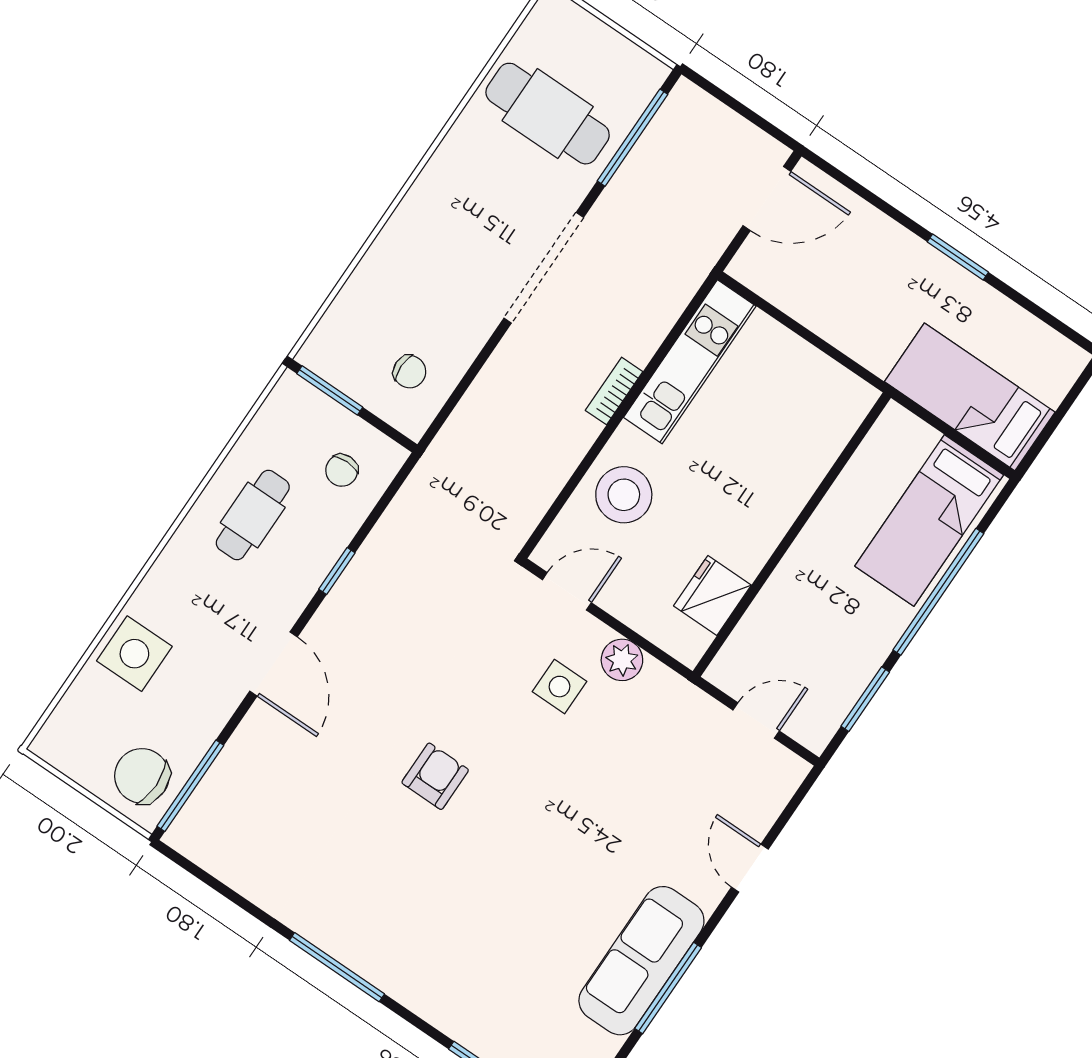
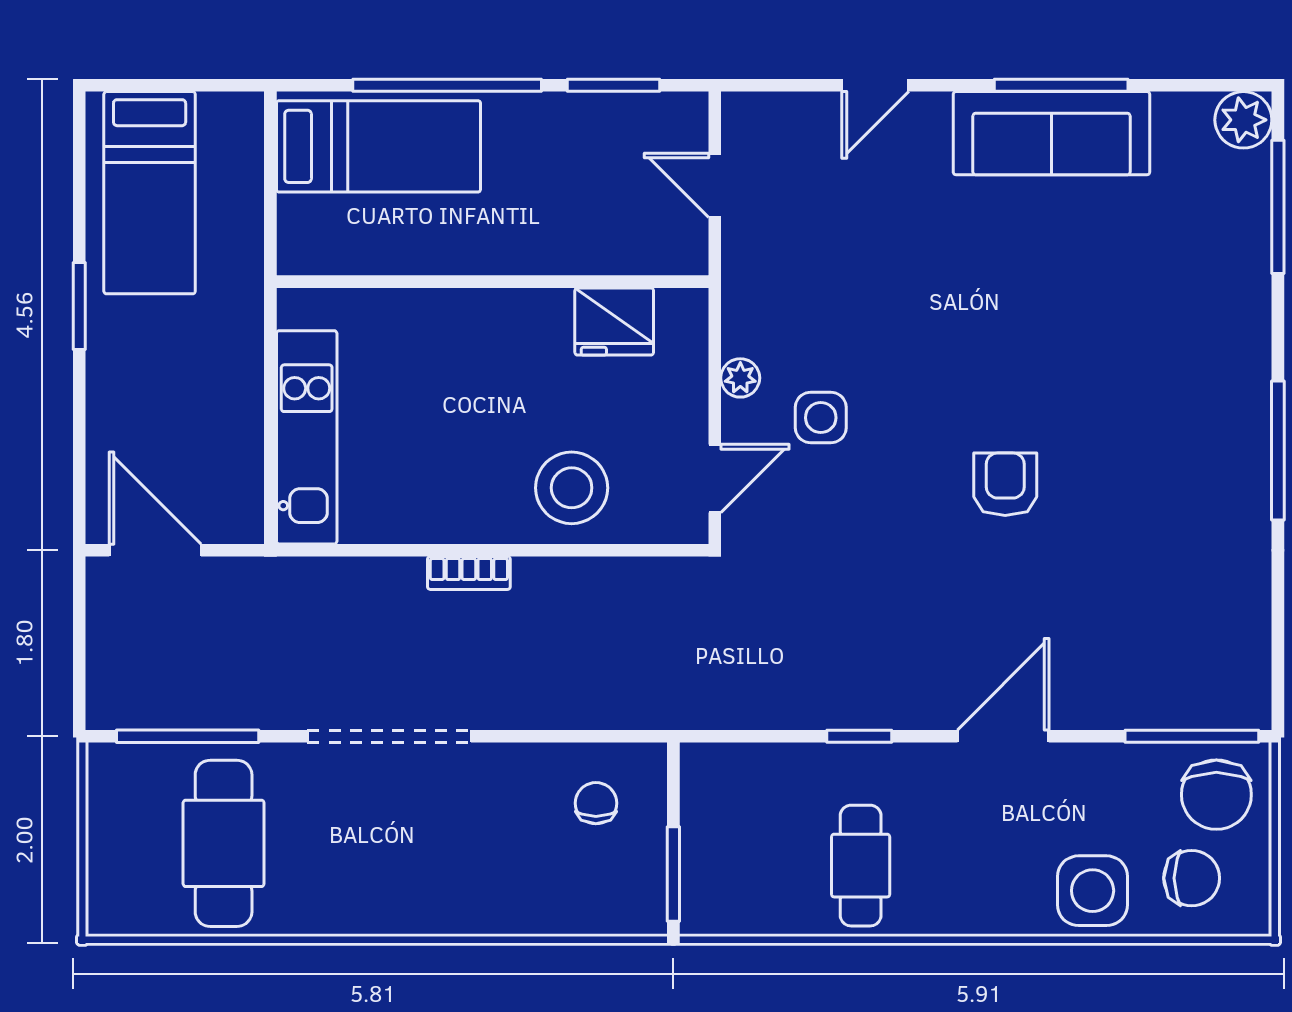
kitchen unit: (690, 362) -> (307, 437), moved, turned 90
bed: (970, 397) -> (150, 193), moved
chair: (342, 470) -> (1192, 878), moved, width x1.37, depth x1.37
cafe table: (253, 515) -> (861, 866), turned 90
door: (567, 591) -> (715, 479), swing flipped
plant: (622, 660) -> (740, 378), width x0.73, depth x0.73
armchair: (435, 776) -> (1005, 484), turned 90

